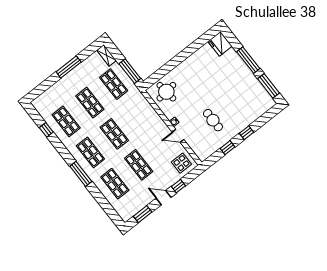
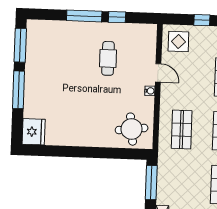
shop shelf: (114, 84) -> (182, 130), moved
window: (246, 133) -> (84, 16), width x2.17

